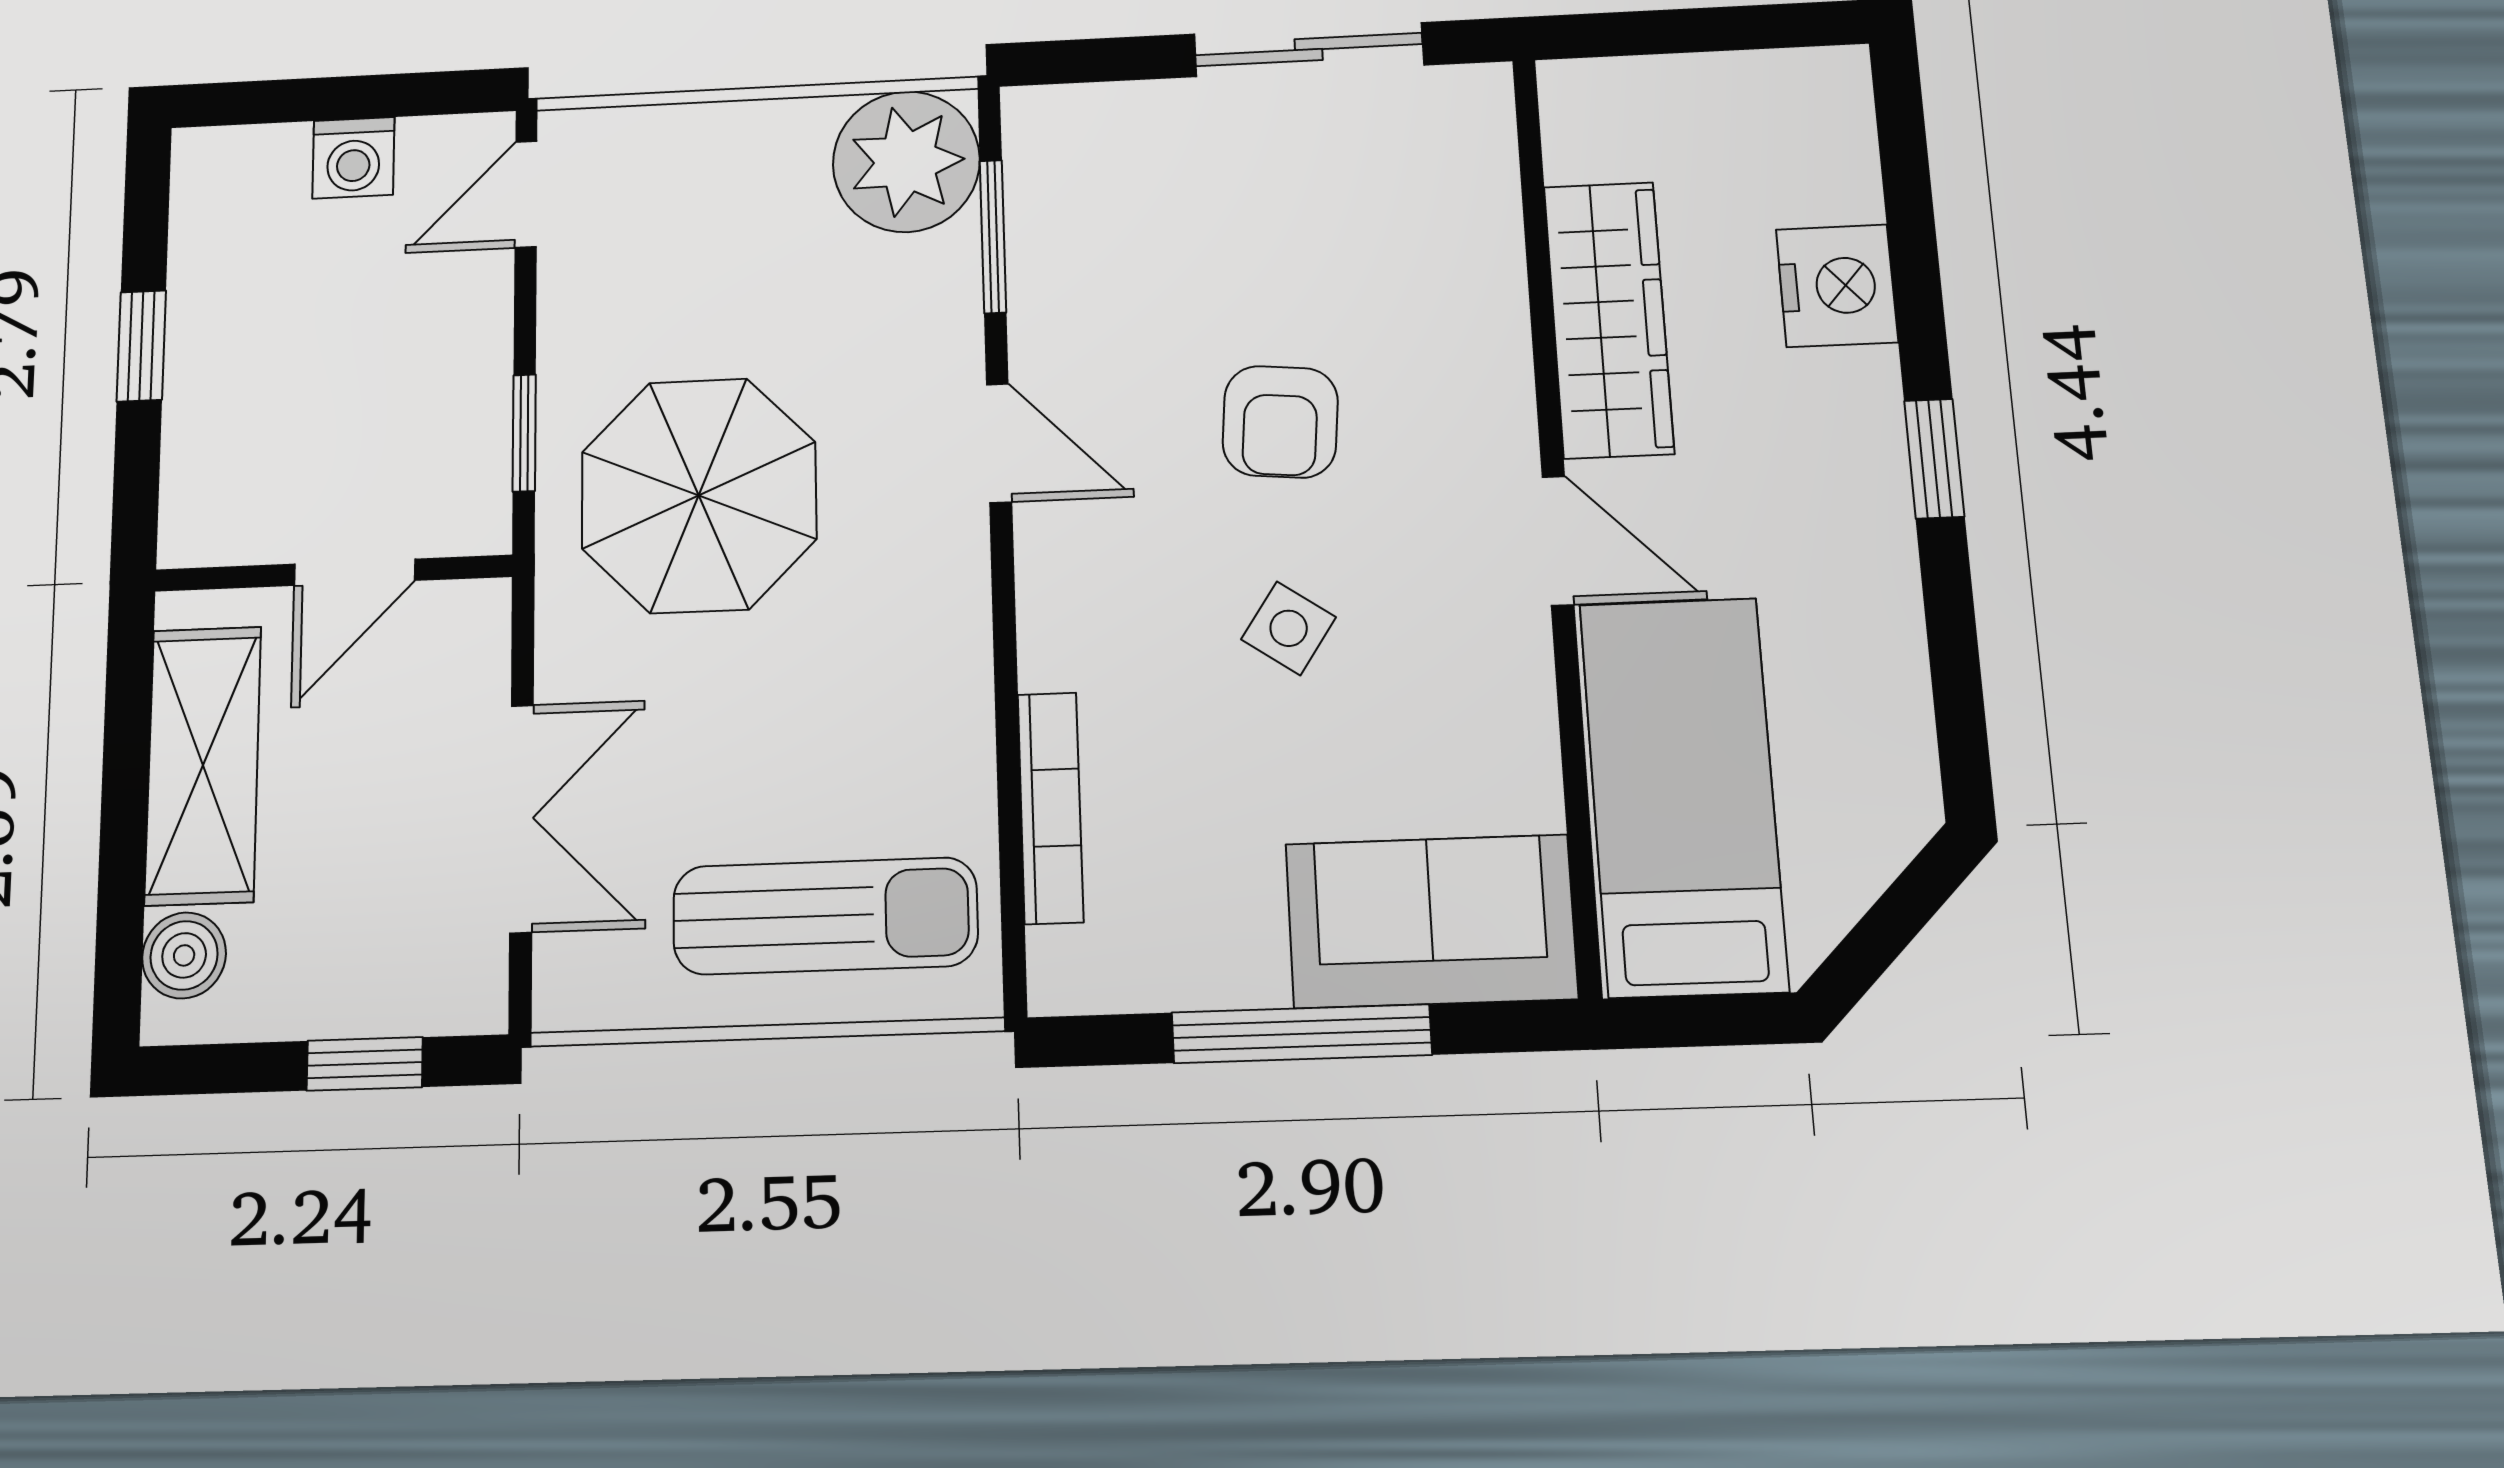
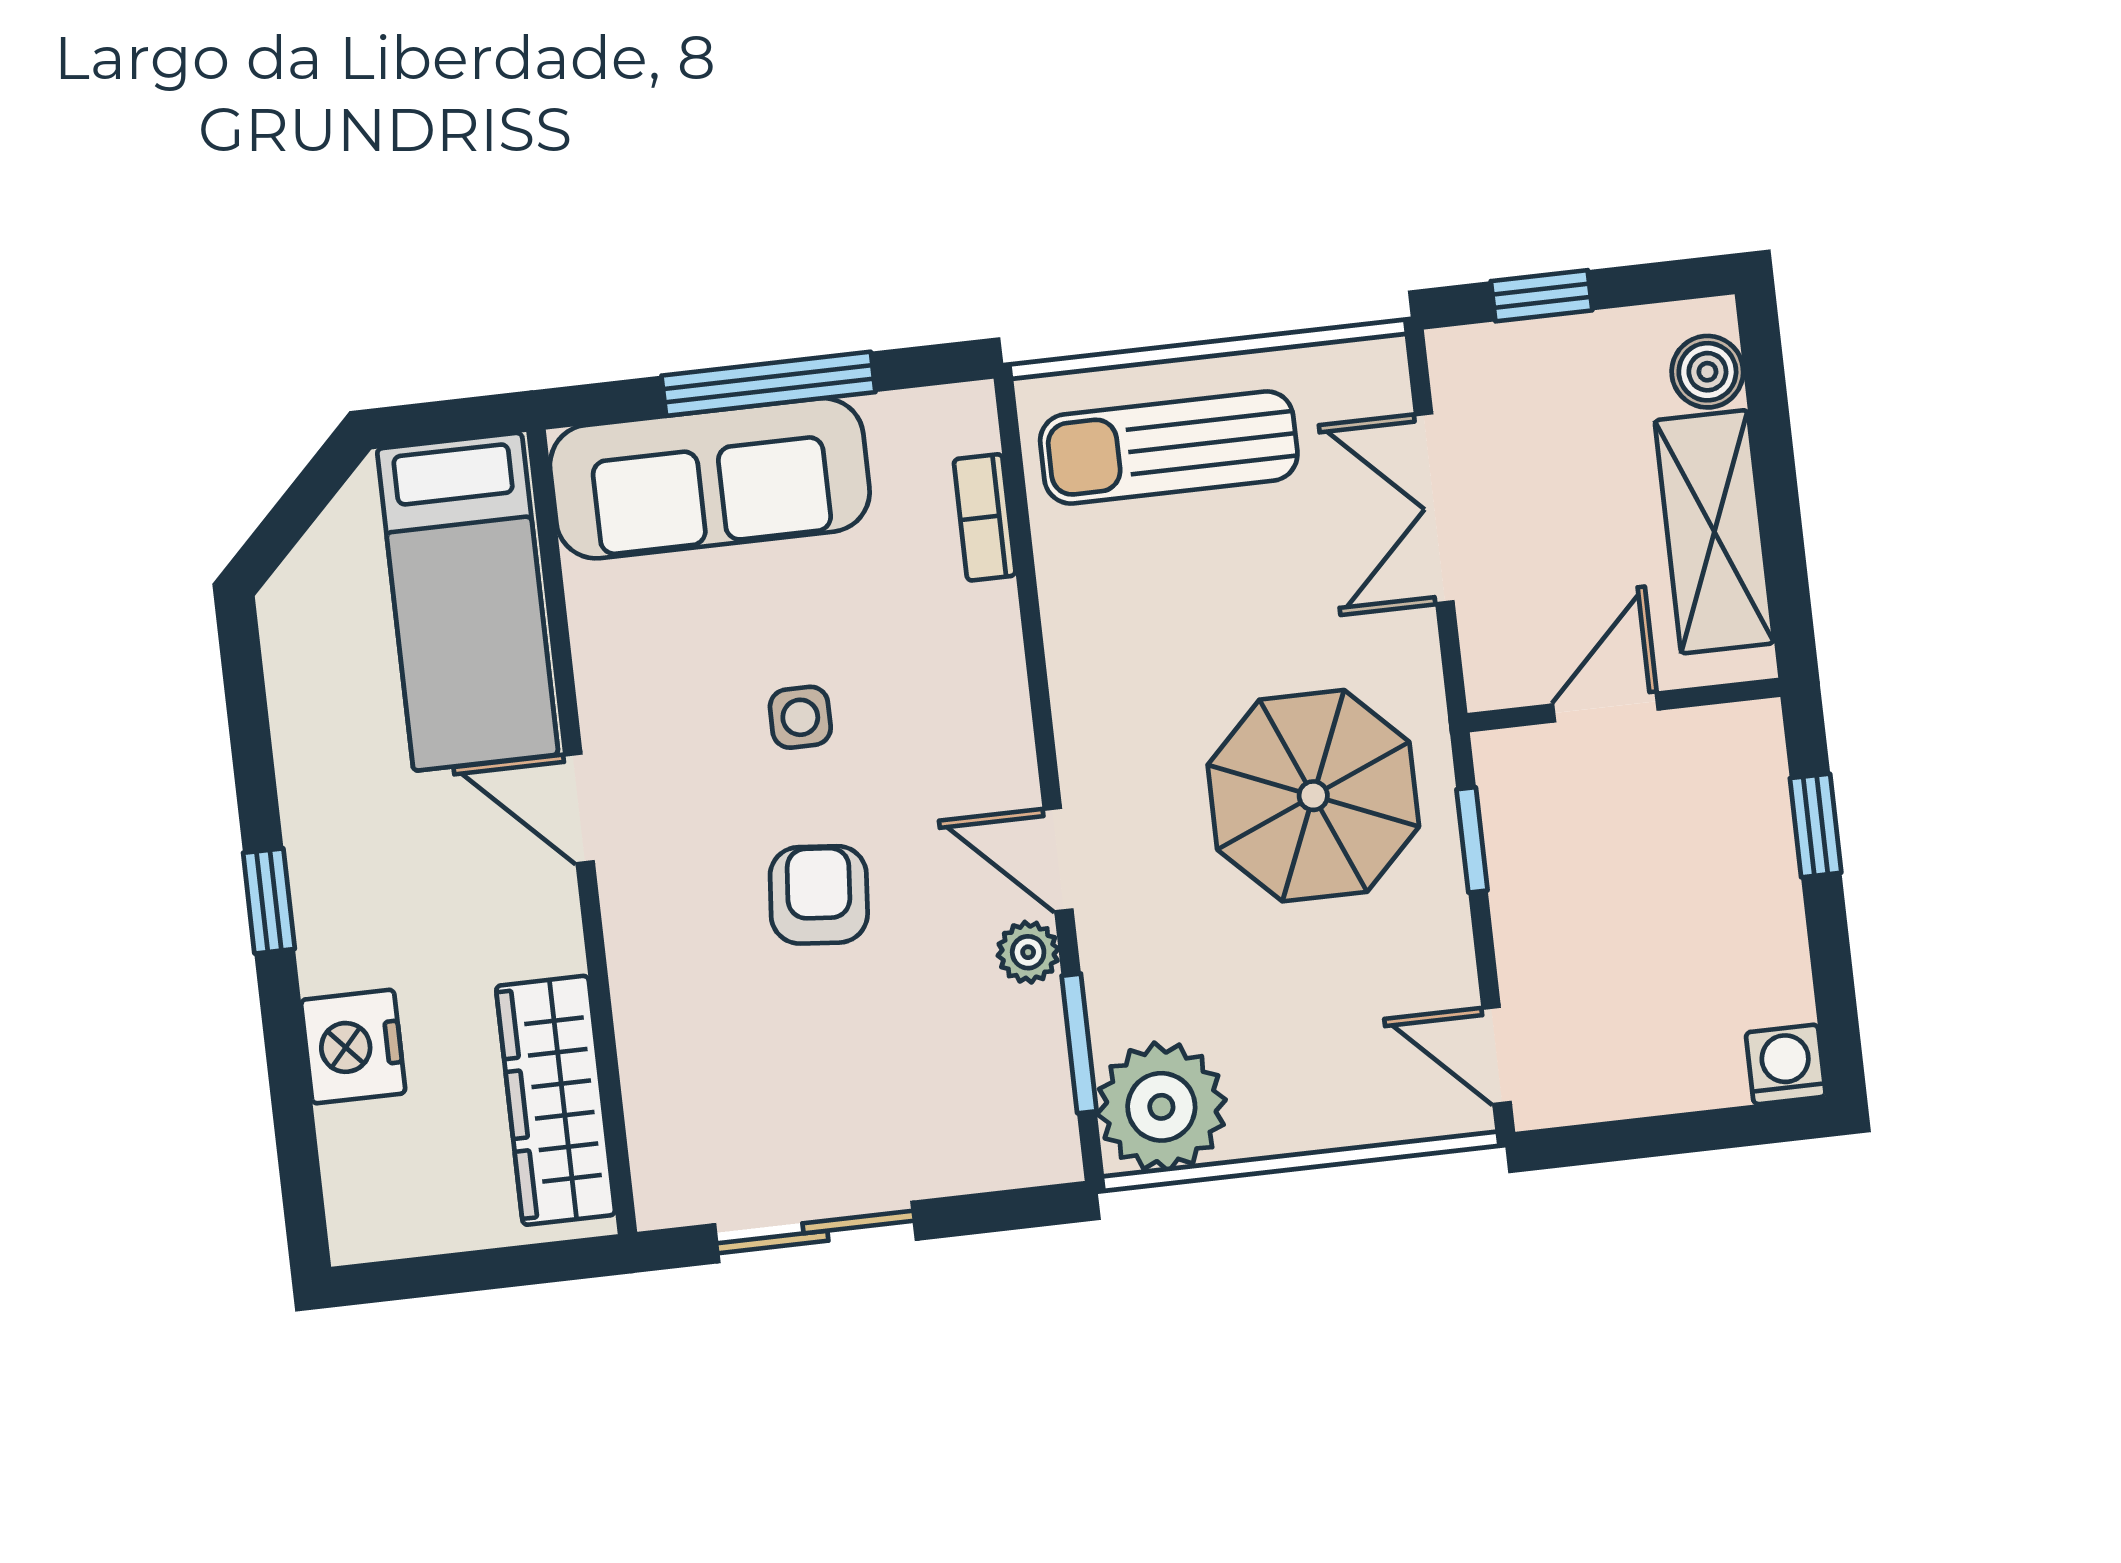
washing machine: (353, 158) -> (1786, 1064), moved
door: (526, 194) -> (1497, 1055), swing flipped
wardrobe: (1609, 319) -> (556, 1100), moved
plant: (1042, 341) -> (1028, 952), added
window: (141, 346) -> (1816, 825), moved
side table: (1289, 628) -> (800, 717), turned -34
bookcase: (1050, 808) -> (985, 517), width x0.64
sofa: (1431, 921) -> (710, 478), width x1.36

